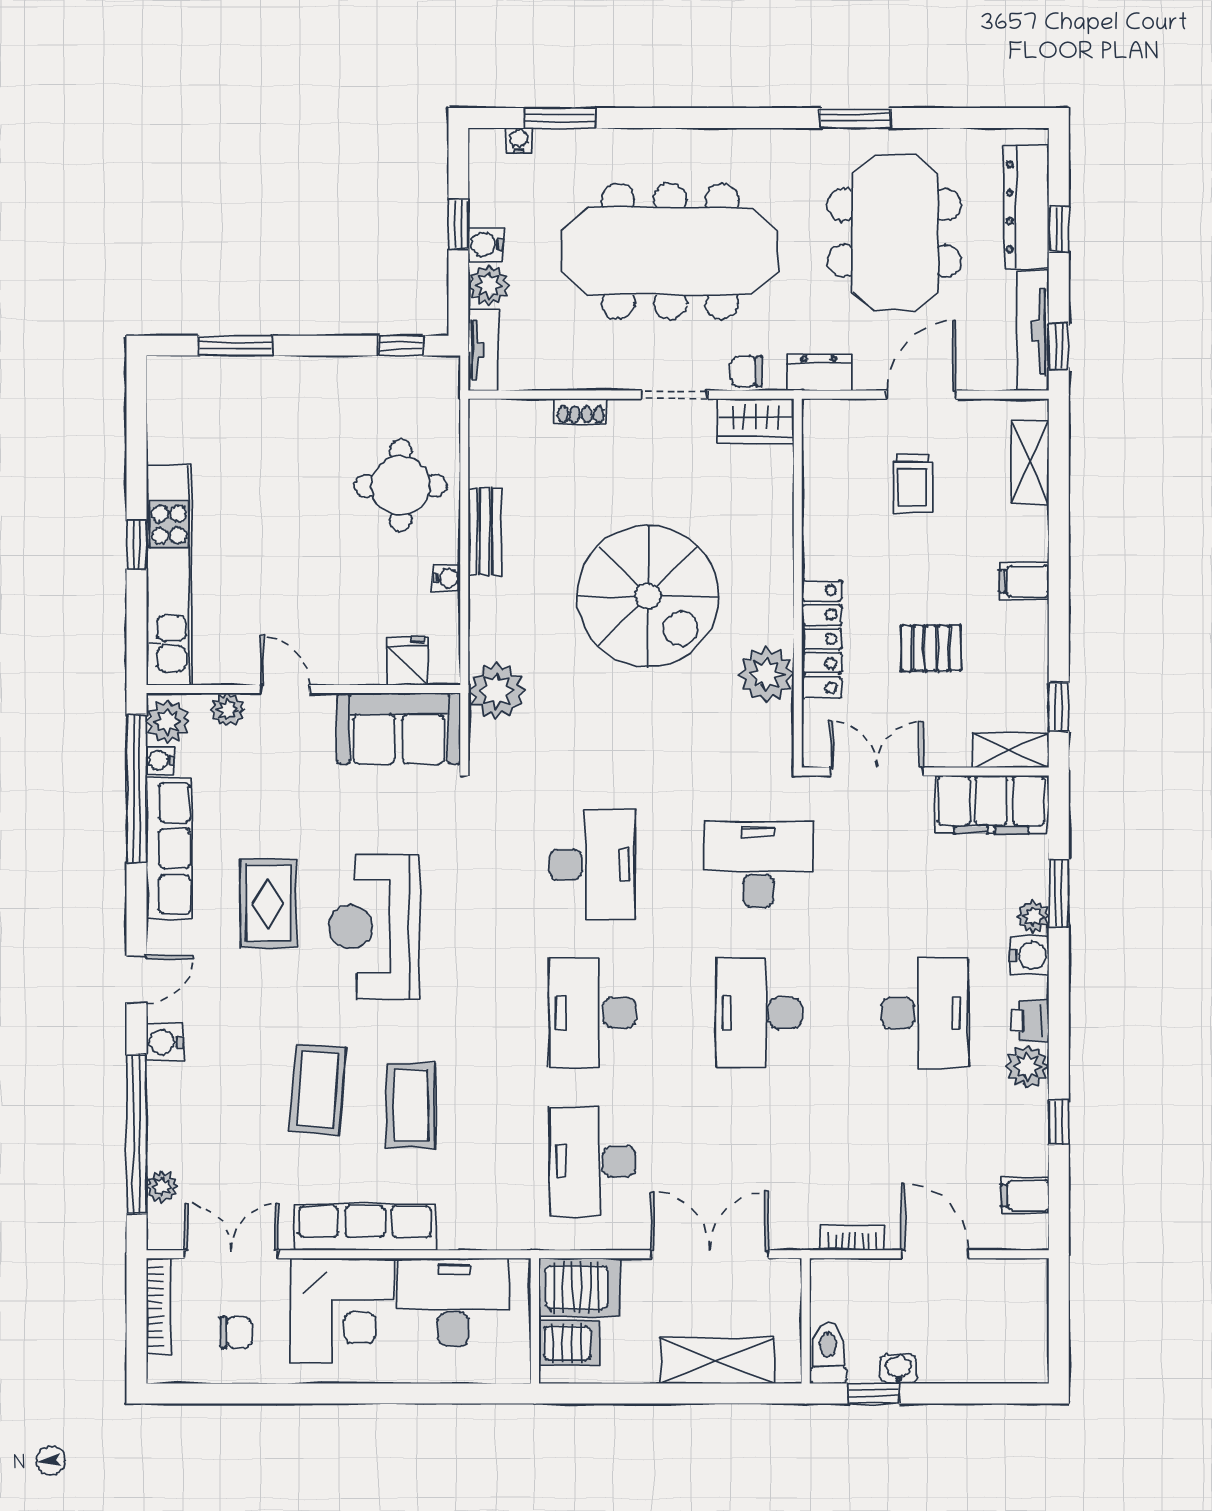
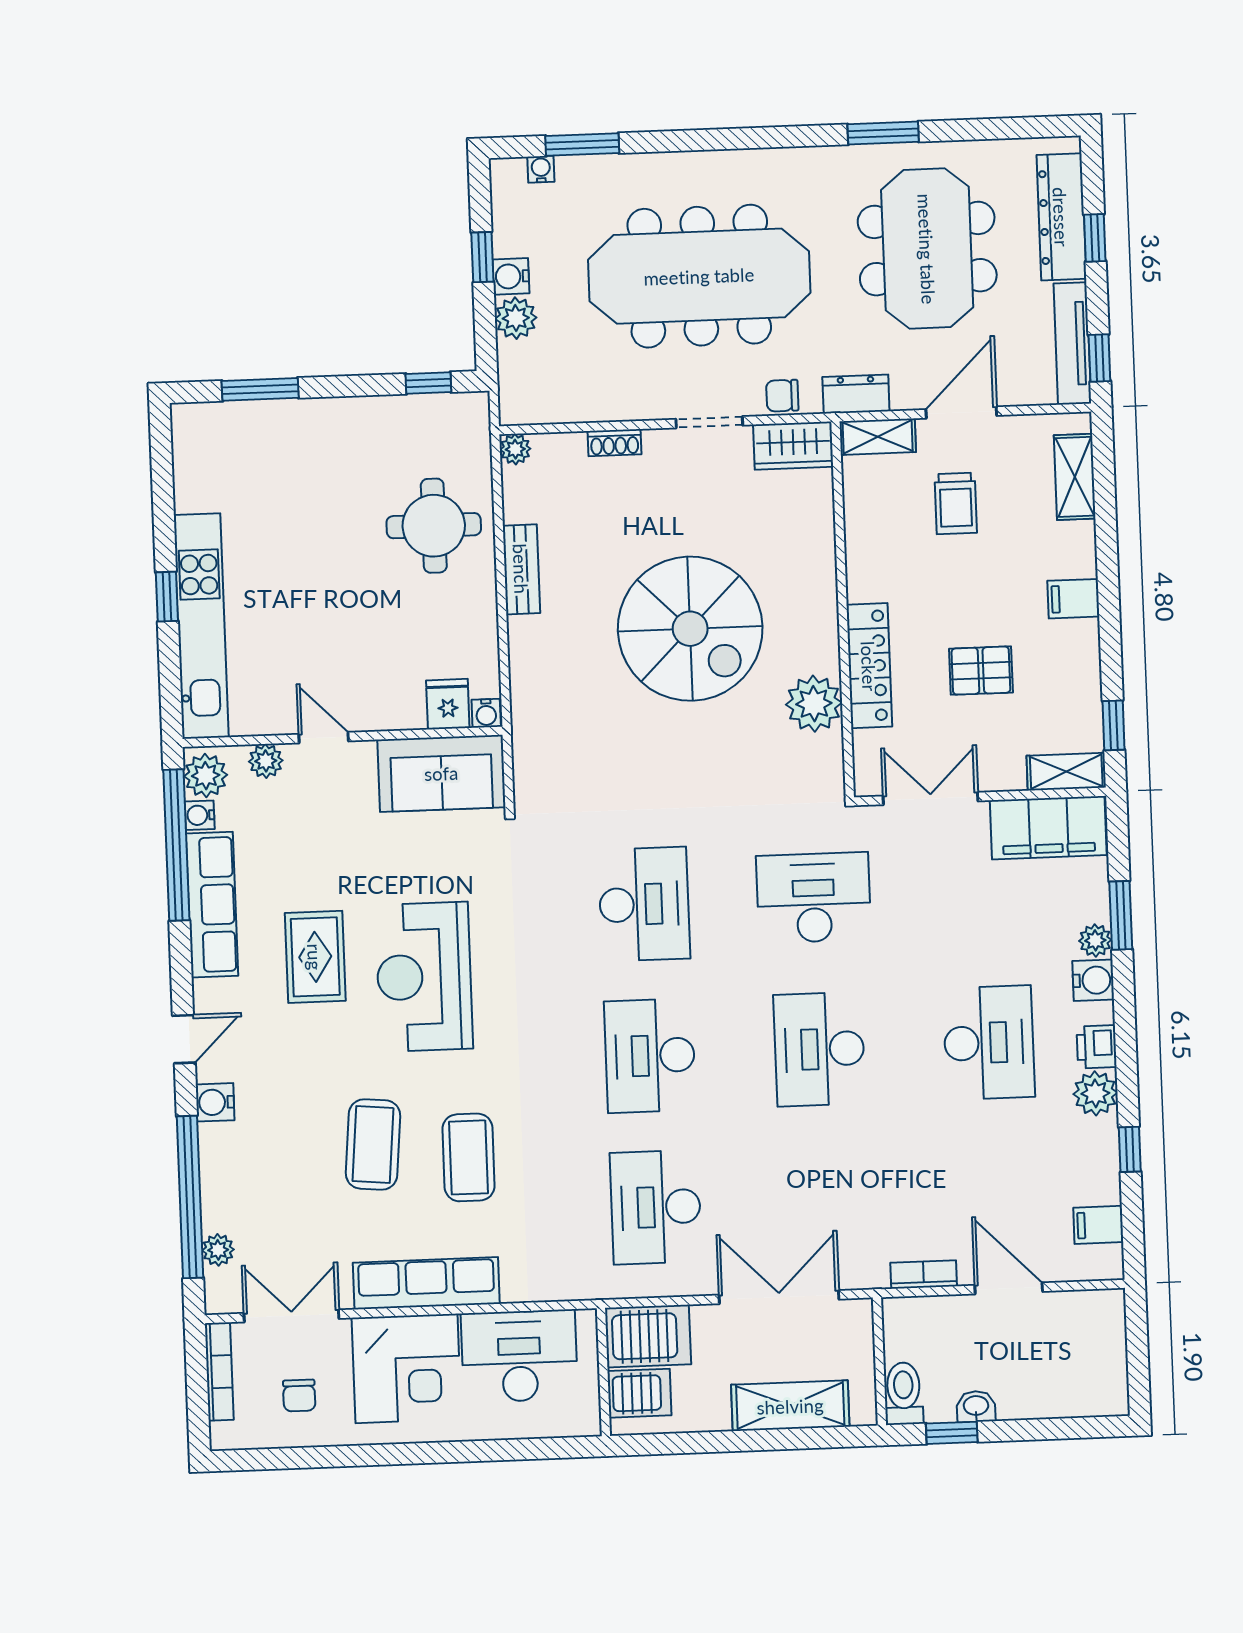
tv unit: (484, 350) -> (513, 384), removed
shelving: (839, 415) -> (878, 437), added
water cooler: (446, 578) -> (486, 713), moved, turned 90
plant: (497, 691) -> (515, 449), moved, width x0.53, depth x0.53
chair: (236, 1332) -> (299, 1395), turned 90

